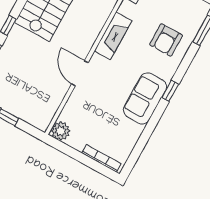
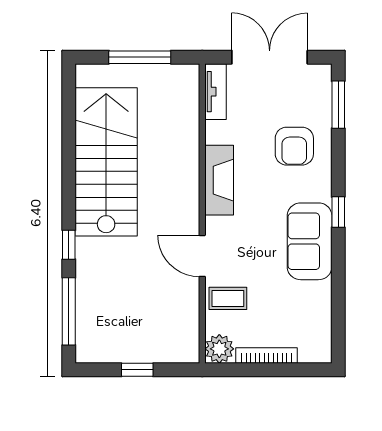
coffee table: (81, 105) -> (228, 298), added
bookcase: (101, 158) -> (267, 356), moved

